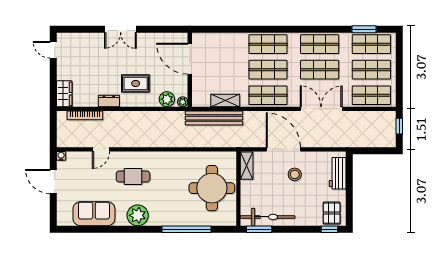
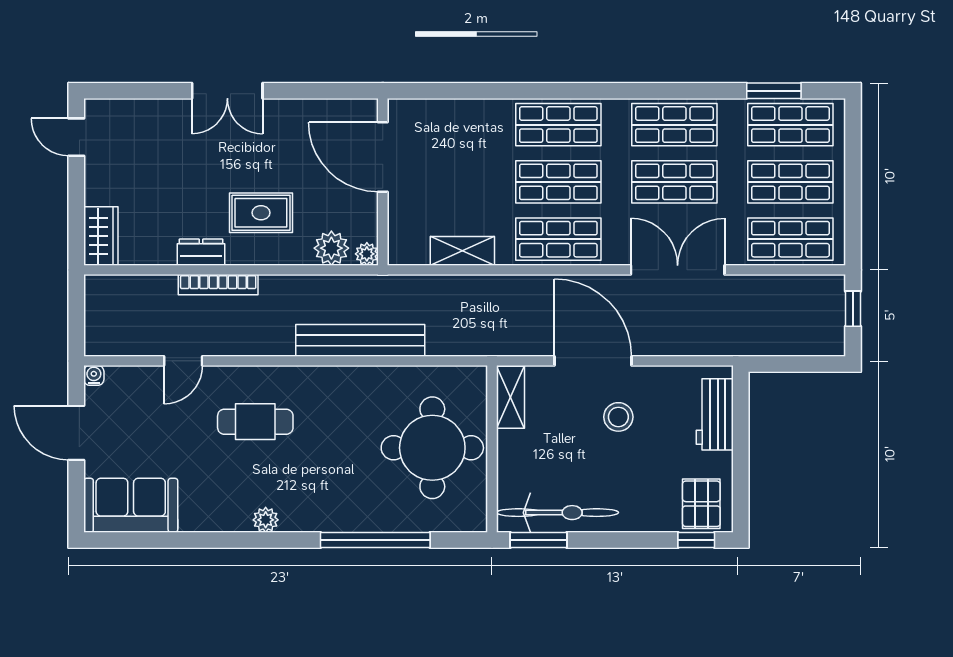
bookcase: (85, 115) -> (218, 285), moved
bench: (214, 118) -> (360, 340), moved
sofa: (94, 214) -> (131, 505), moved
plant: (138, 215) -> (266, 520), width x0.53, depth x0.53

